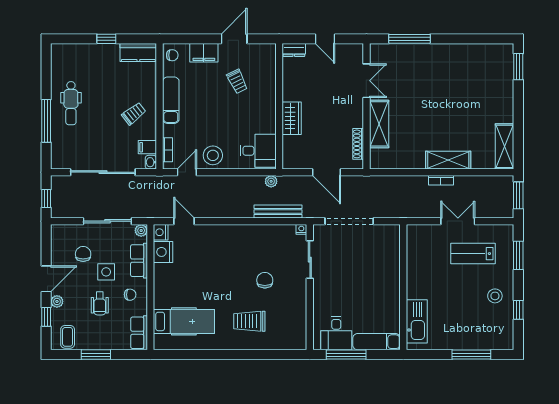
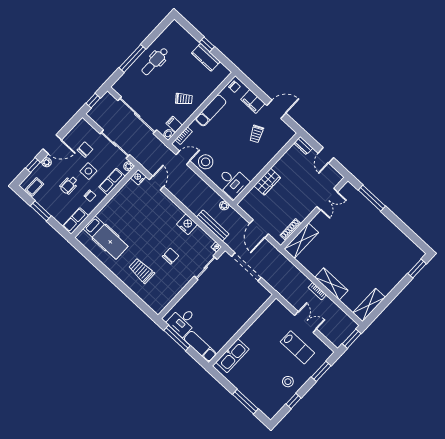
kitchen counter: (138, 53) -> (206, 57), moved
shelving: (379, 124) -> (301, 241), moved
nightstand: (163, 252) -> (187, 224), moved, turned 90
lab bench: (473, 254) -> (297, 347), turned 180

